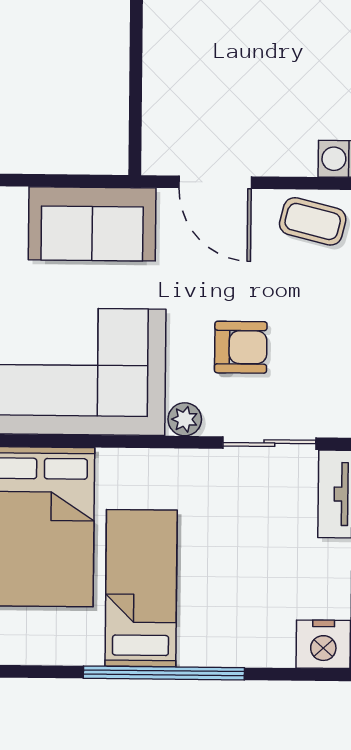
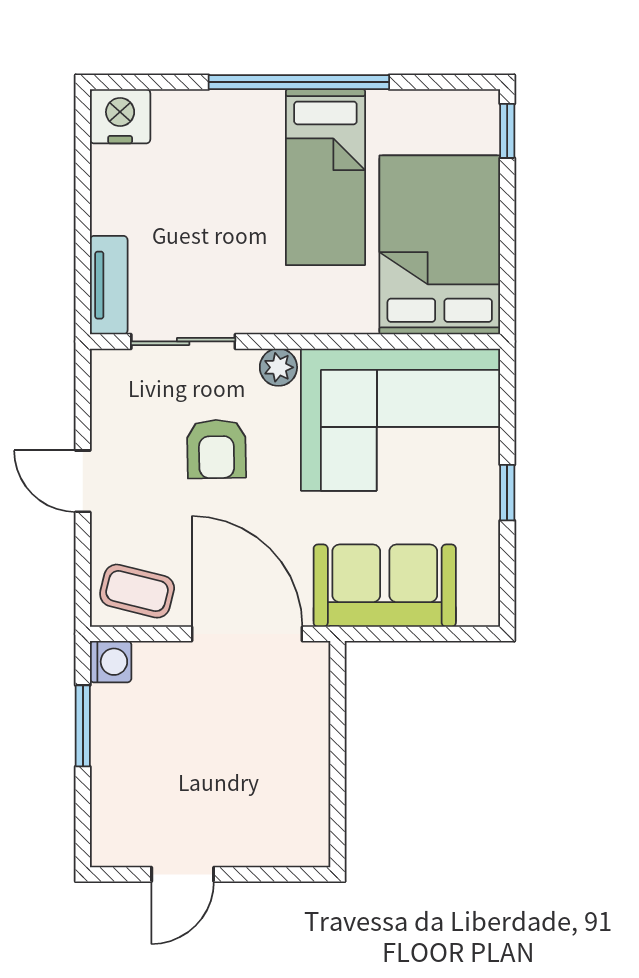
door: (215, 182) -> (247, 634), width x1.36
armchair: (241, 347) -> (216, 449), turned -91

